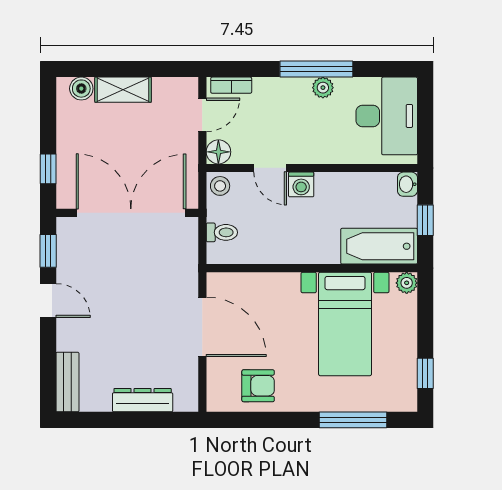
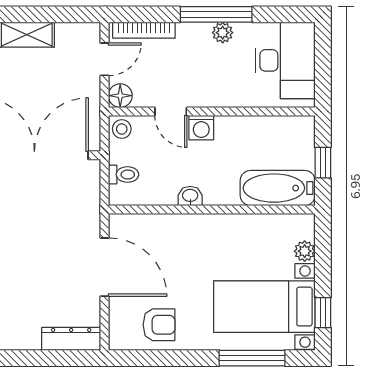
bookcase: (231, 85) -> (144, 30), width x1.56
washbasin: (407, 184) -> (190, 196), moved, turned 90
plant: (407, 283) -> (305, 251), moved
bed with nightstands: (345, 324) -> (264, 307), moved, turned 90
dresser: (143, 400) -> (71, 339), moved

